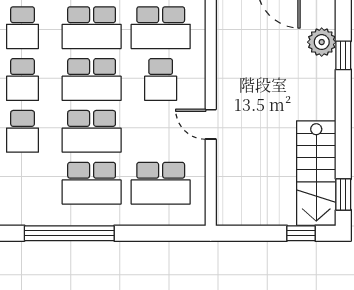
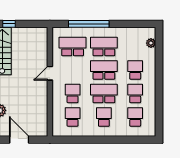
school desk: (92, 28) -> (104, 117), width x0.54
school desk: (161, 28) -> (73, 117), width x0.54
door: (211, 124) -> (50, 73), swing flipped
window: (69, 233) -> (89, 24), moved

